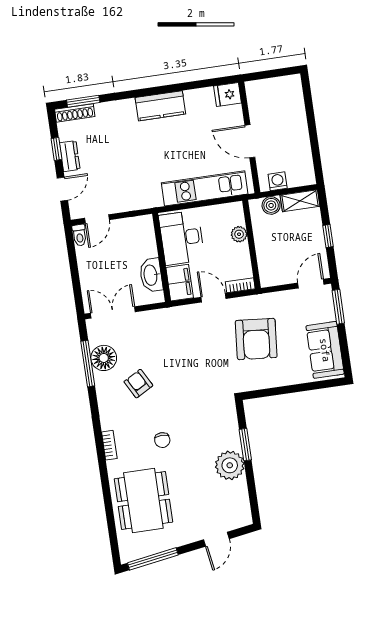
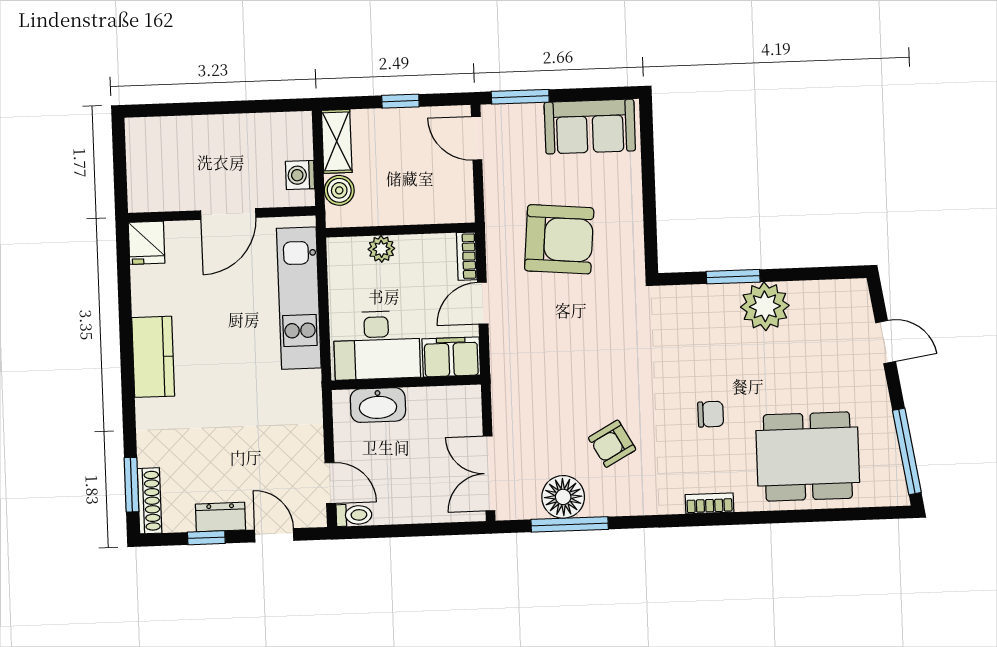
washbasin: (151, 275) -> (378, 405), moved

